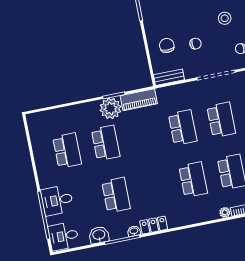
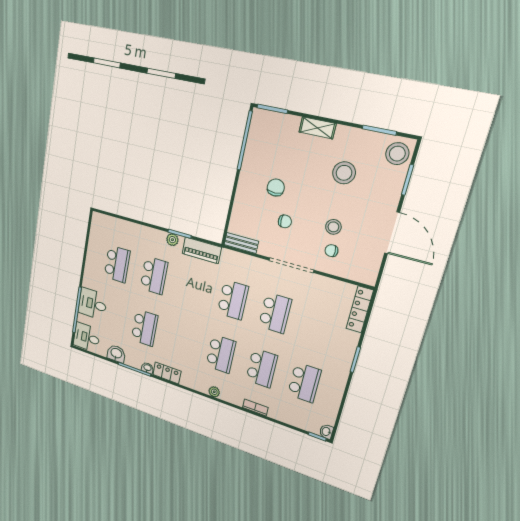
stool: (225, 18) -> (333, 227), moved
chair: (167, 45) -> (276, 187), moved
plant: (111, 108) -> (172, 240), width x0.53, depth x0.53
plant: (225, 212) -> (214, 392), moved

